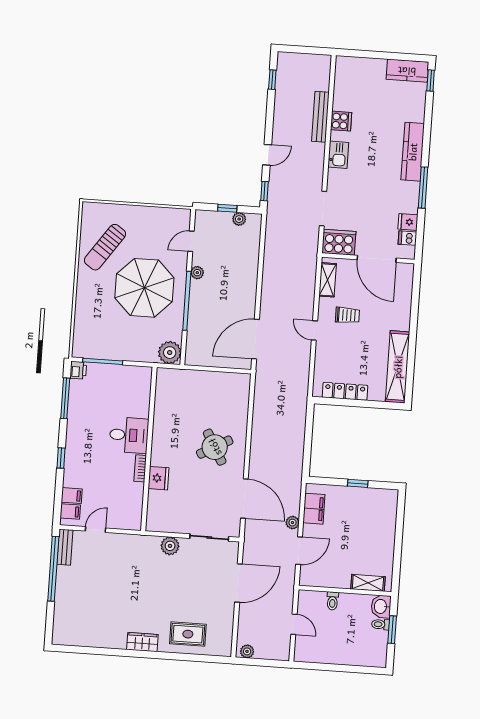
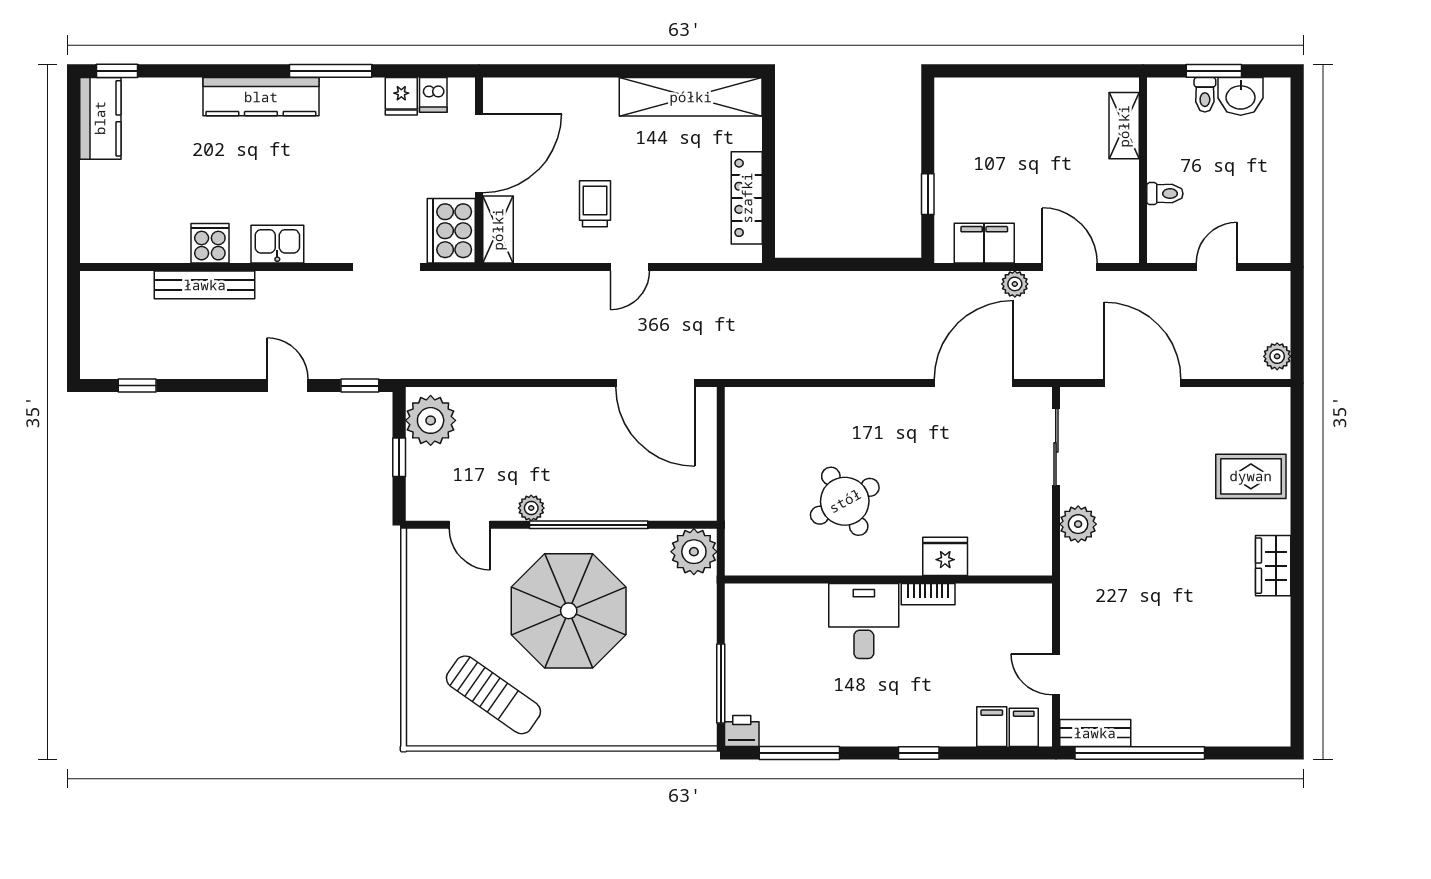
plant: (239, 219) -> (431, 420), width x1.87, depth x1.87
shelving: (328, 280) -> (498, 229), moved, turned 90
round table: (215, 447) -> (845, 501), moved
window: (358, 483) -> (928, 194), moved
washbasin: (381, 606) -> (1241, 96), moved
rug: (188, 634) -> (1251, 476), turned 90

